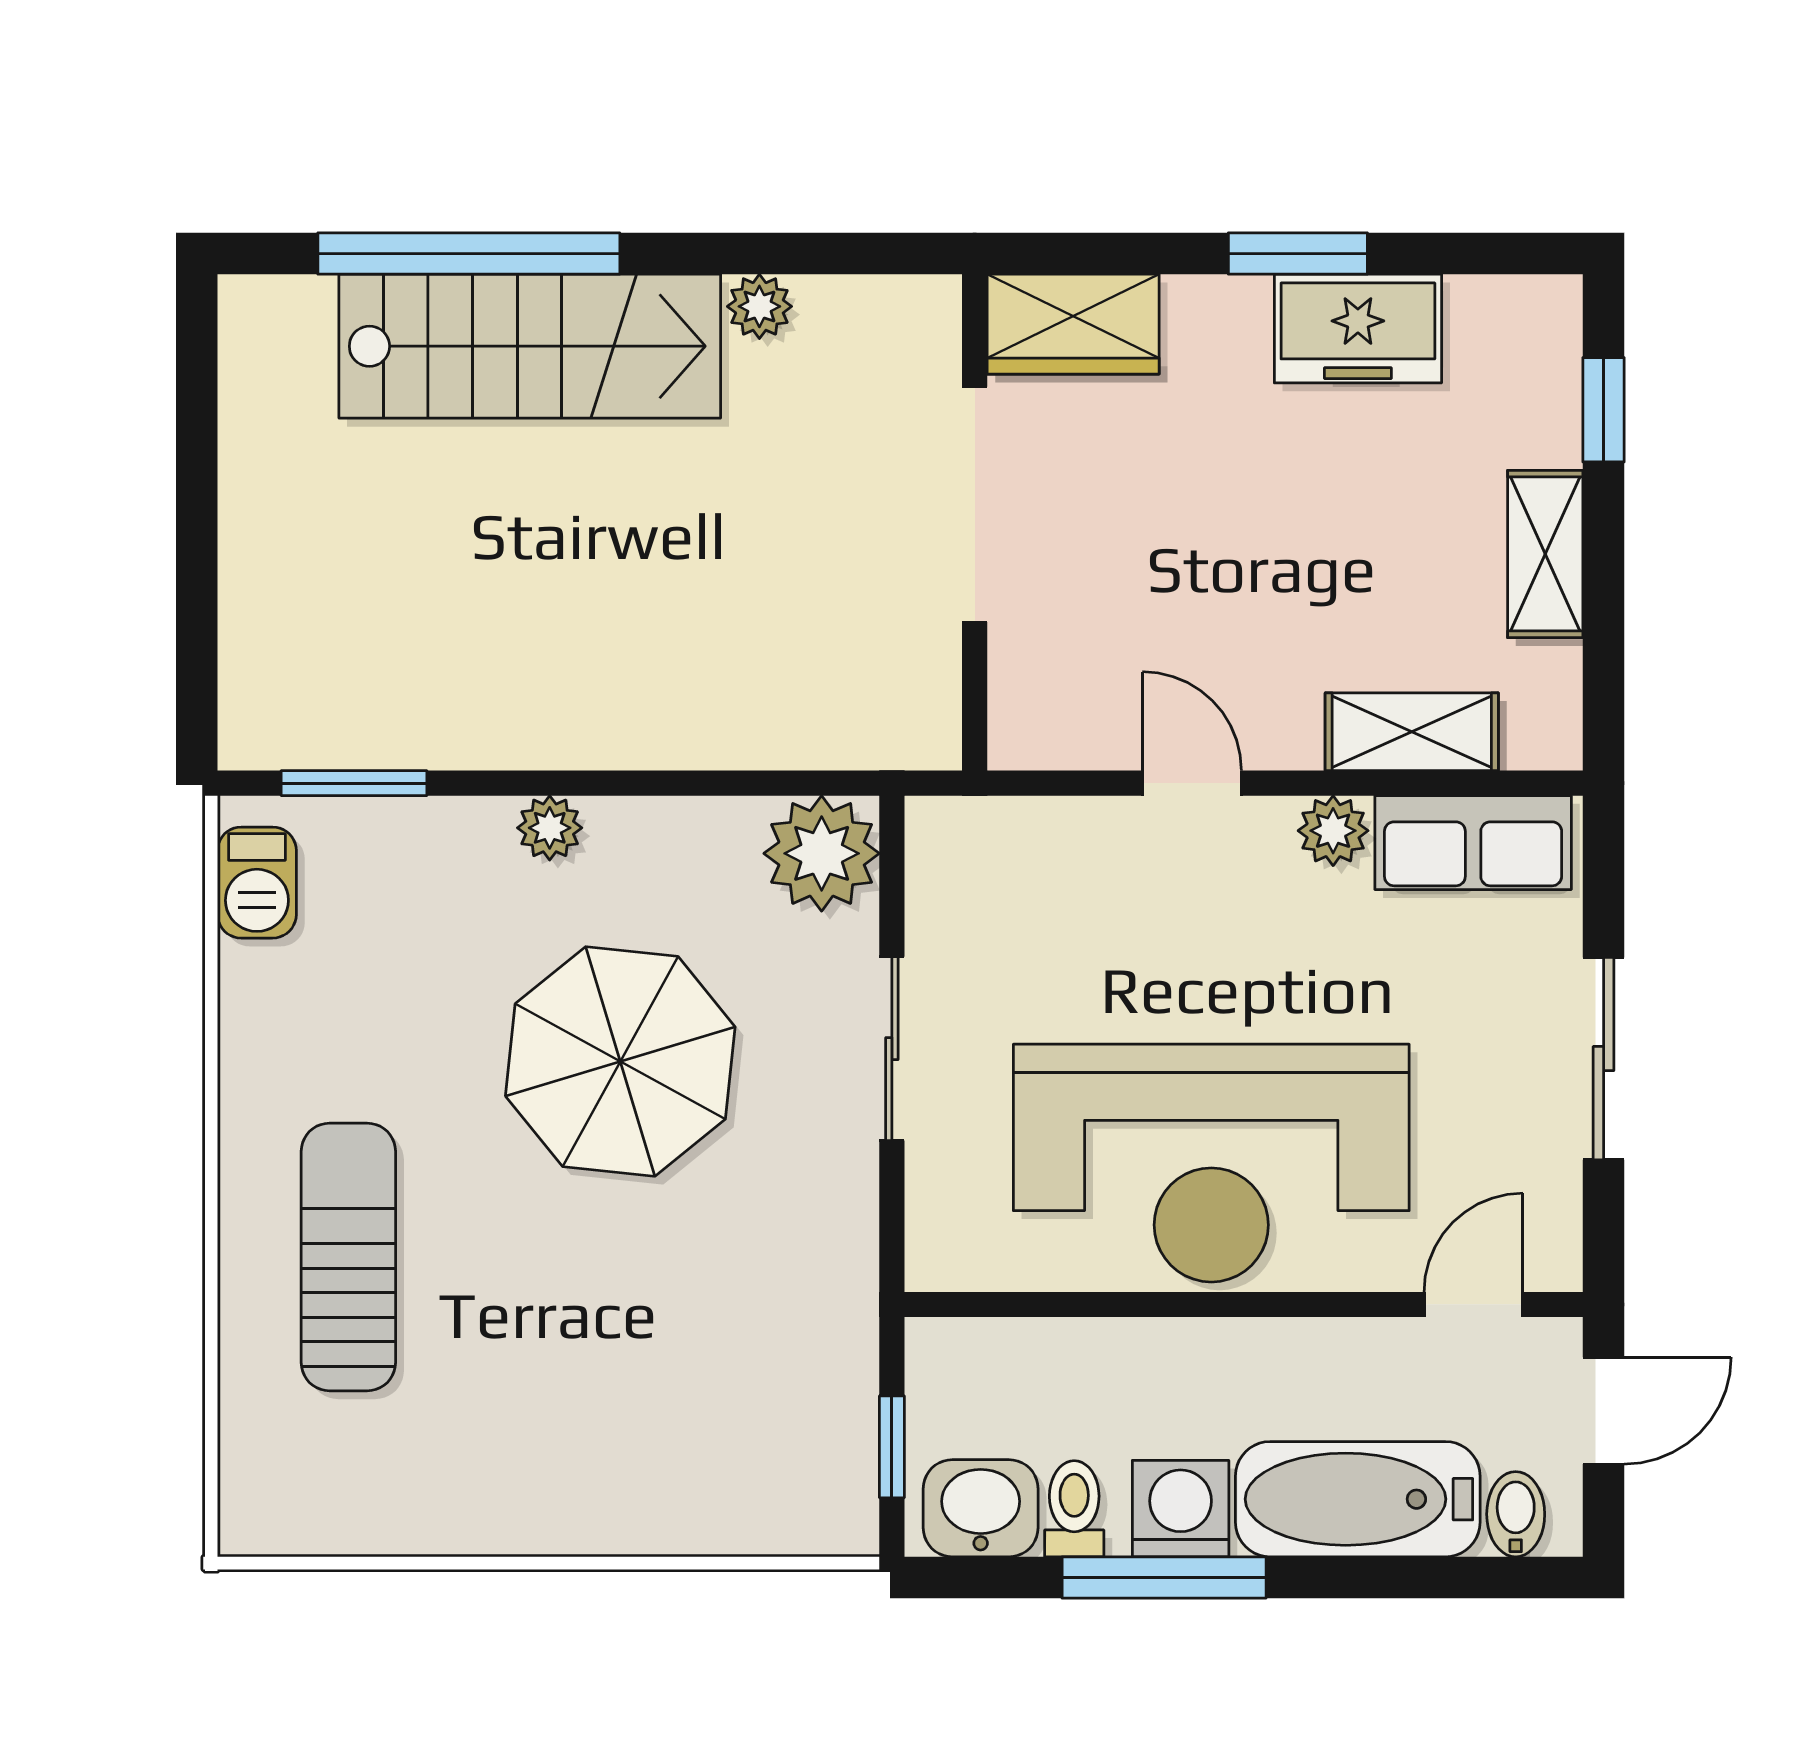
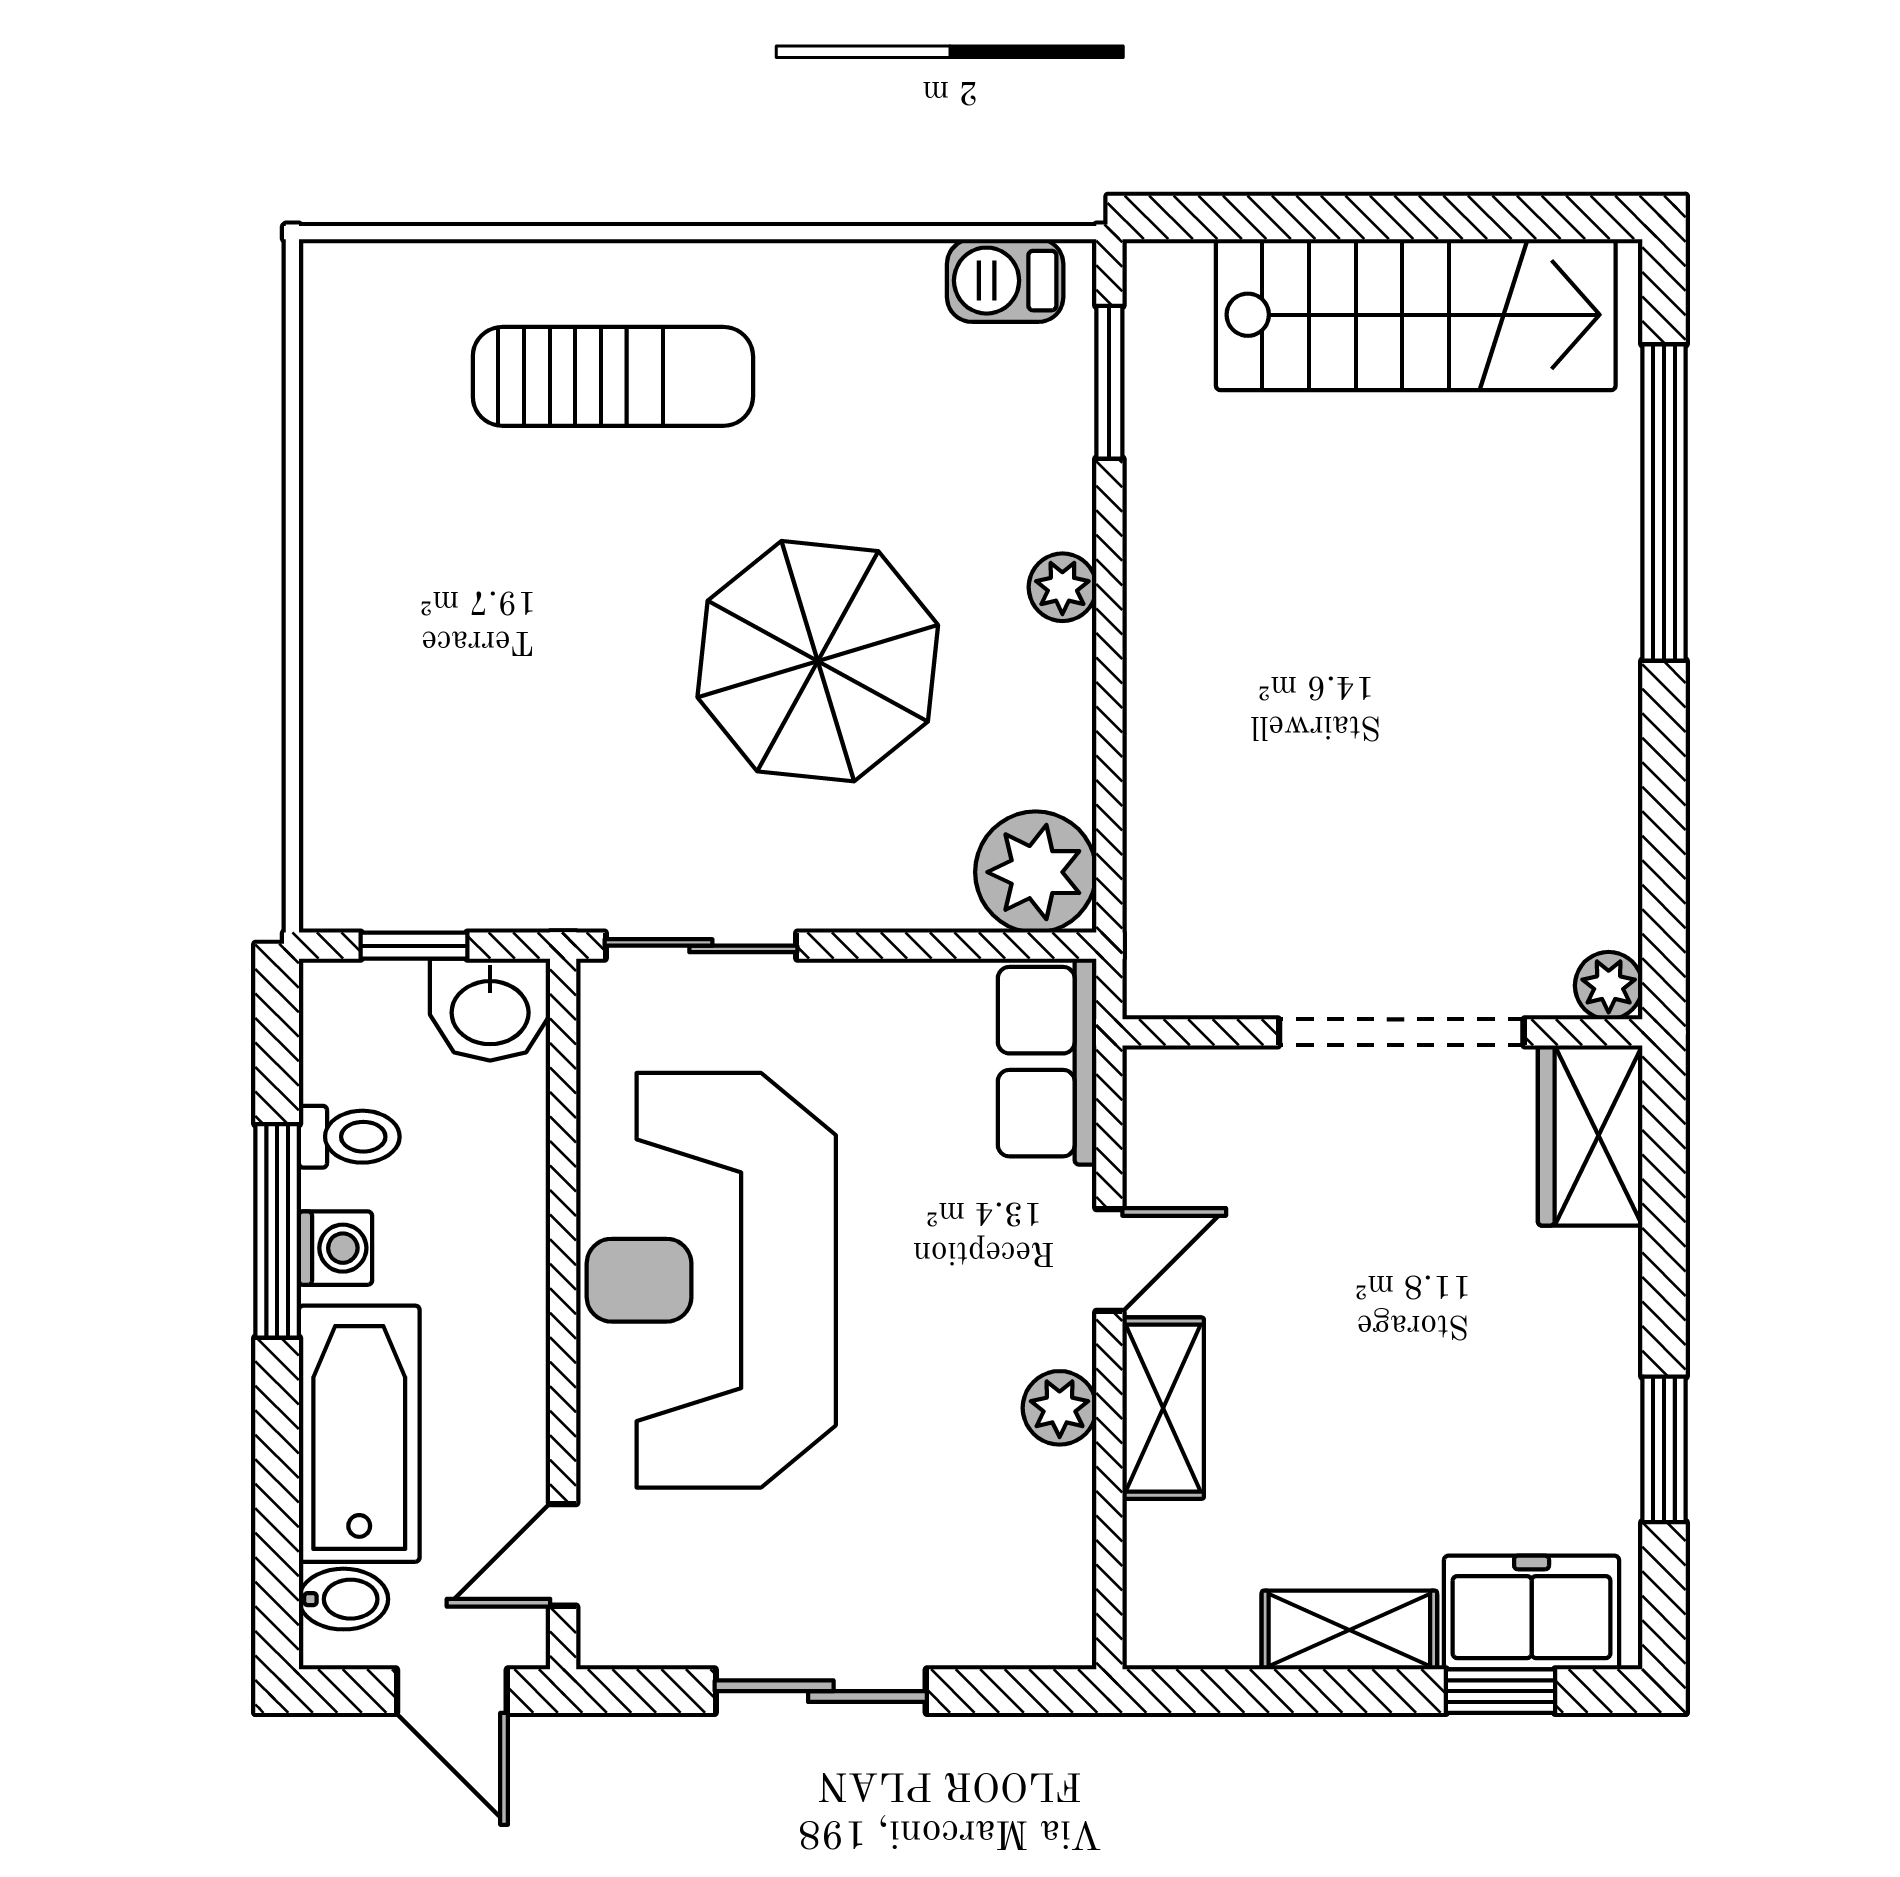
window: (1298, 254) -> (1664, 1449), moved
plant: (759, 306) -> (1609, 986), moved
freezer: (1358, 329) -> (1532, 1613), moved, turned 90
stairs: (530, 346) -> (1416, 315), moved, turned -90
shelving: (1412, 732) -> (1163, 1408), moved
row of seats: (1473, 843) -> (1047, 1062), moved
sliding door: (892, 1049) -> (701, 946), moved
door: (1473, 1304) -> (563, 1555), swing flipped
washbasin: (981, 1508) -> (490, 1010), moved, turned 90
washing machine: (1181, 1509) -> (336, 1248), width x0.73, depth x0.73

